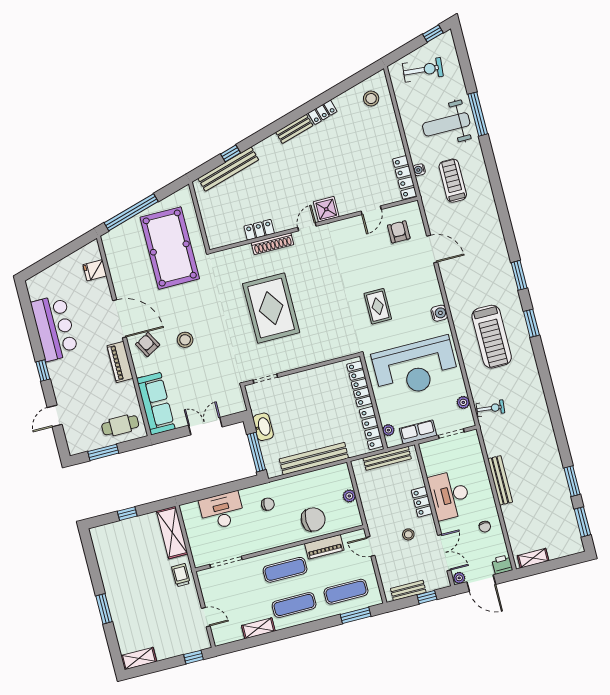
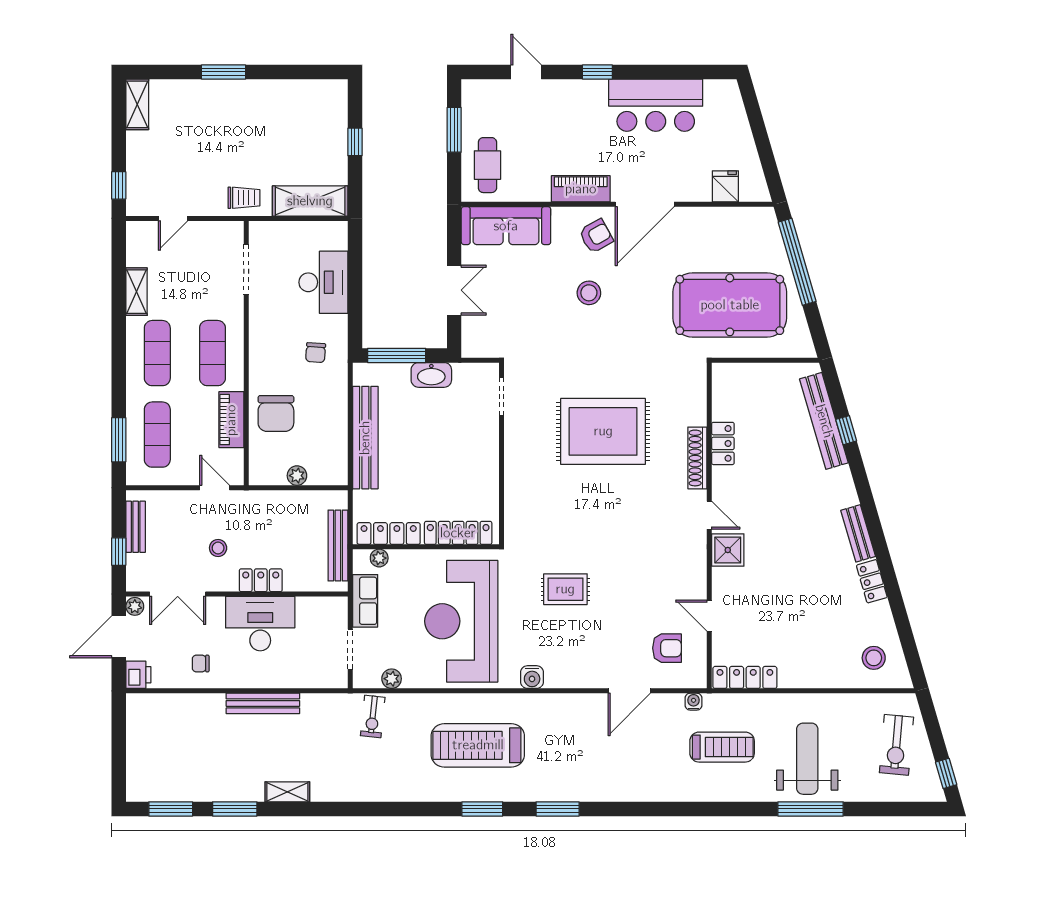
water cooler: (419, 170) -> (694, 702), moved
door: (370, 546) -> (215, 488), hinge flipped
shelving: (533, 558) -> (287, 792), moved, turned 90

